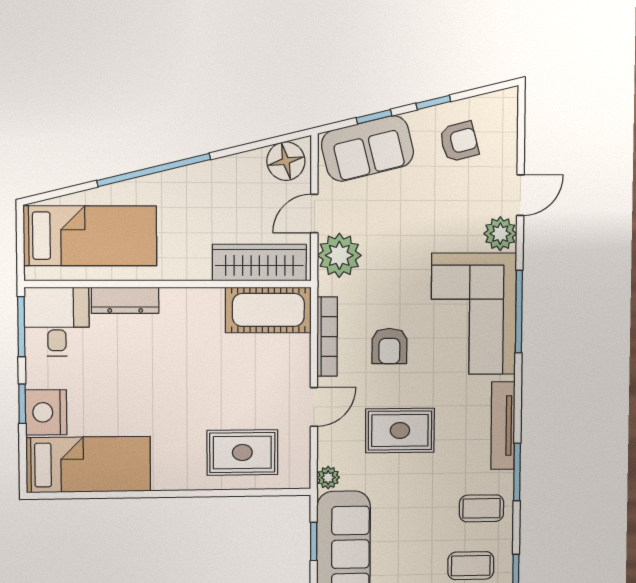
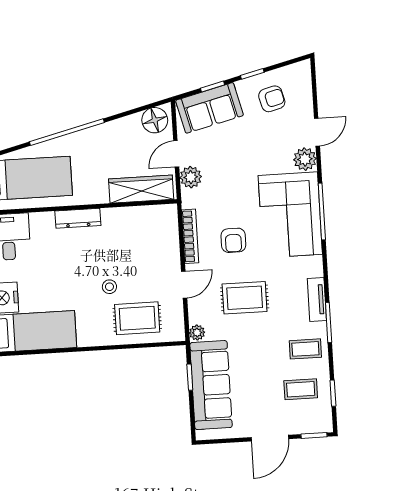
plant: (339, 255) -> (191, 177), width x0.73, depth x0.73
dresser: (125, 300) -> (78, 218), moved
cot: (268, 310) -> (149, 221), removed
stool: (204, 404) -> (109, 287), added
tv unit: (503, 426) -> (317, 299), width x0.71

